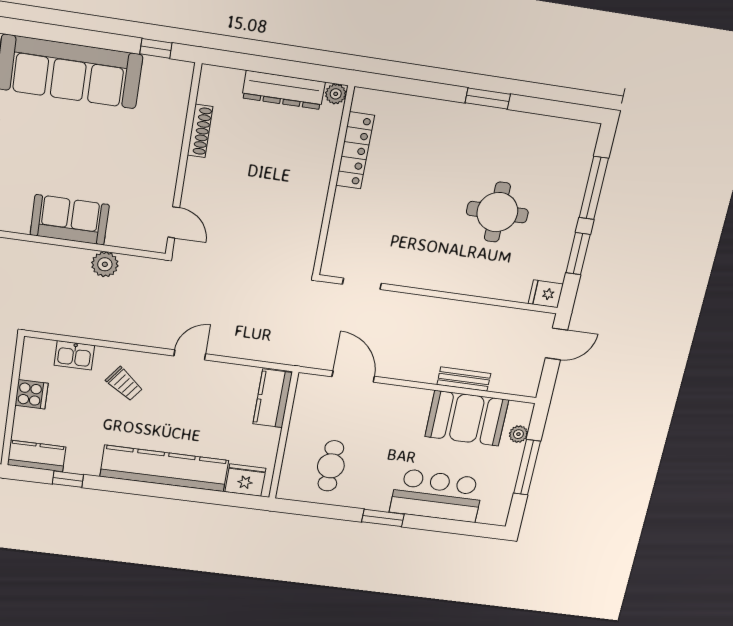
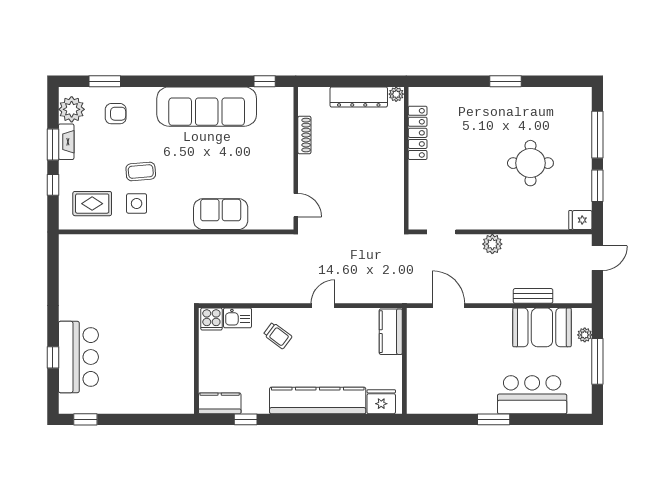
plant: (105, 264) -> (492, 244), moved
cooker: (32, 394) -> (211, 319), moved, turned 90
cafe table: (331, 466) -> (445, 381), removed

